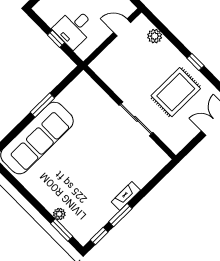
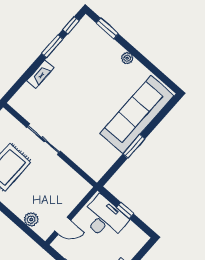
desk: (74, 28) -> (104, 218), width x1.37
fireplace: (126, 196) -> (40, 74), moved
plant: (59, 214) -> (127, 58), moved

